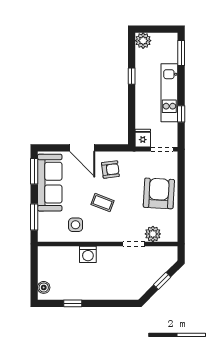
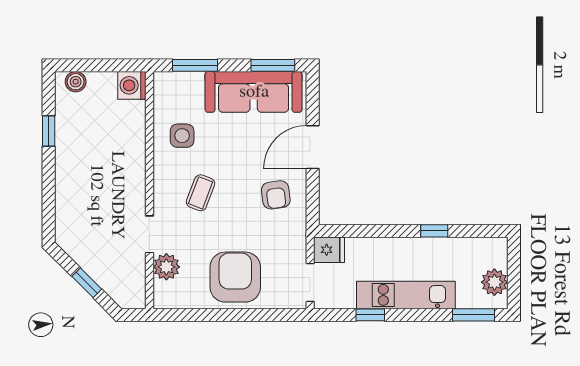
plant: (143, 41) -> (494, 282), moved
armchair: (159, 193) -> (235, 277), turned -93
coffee table: (102, 203) -> (201, 193), moved
washing machine: (88, 254) -> (132, 85), moved

